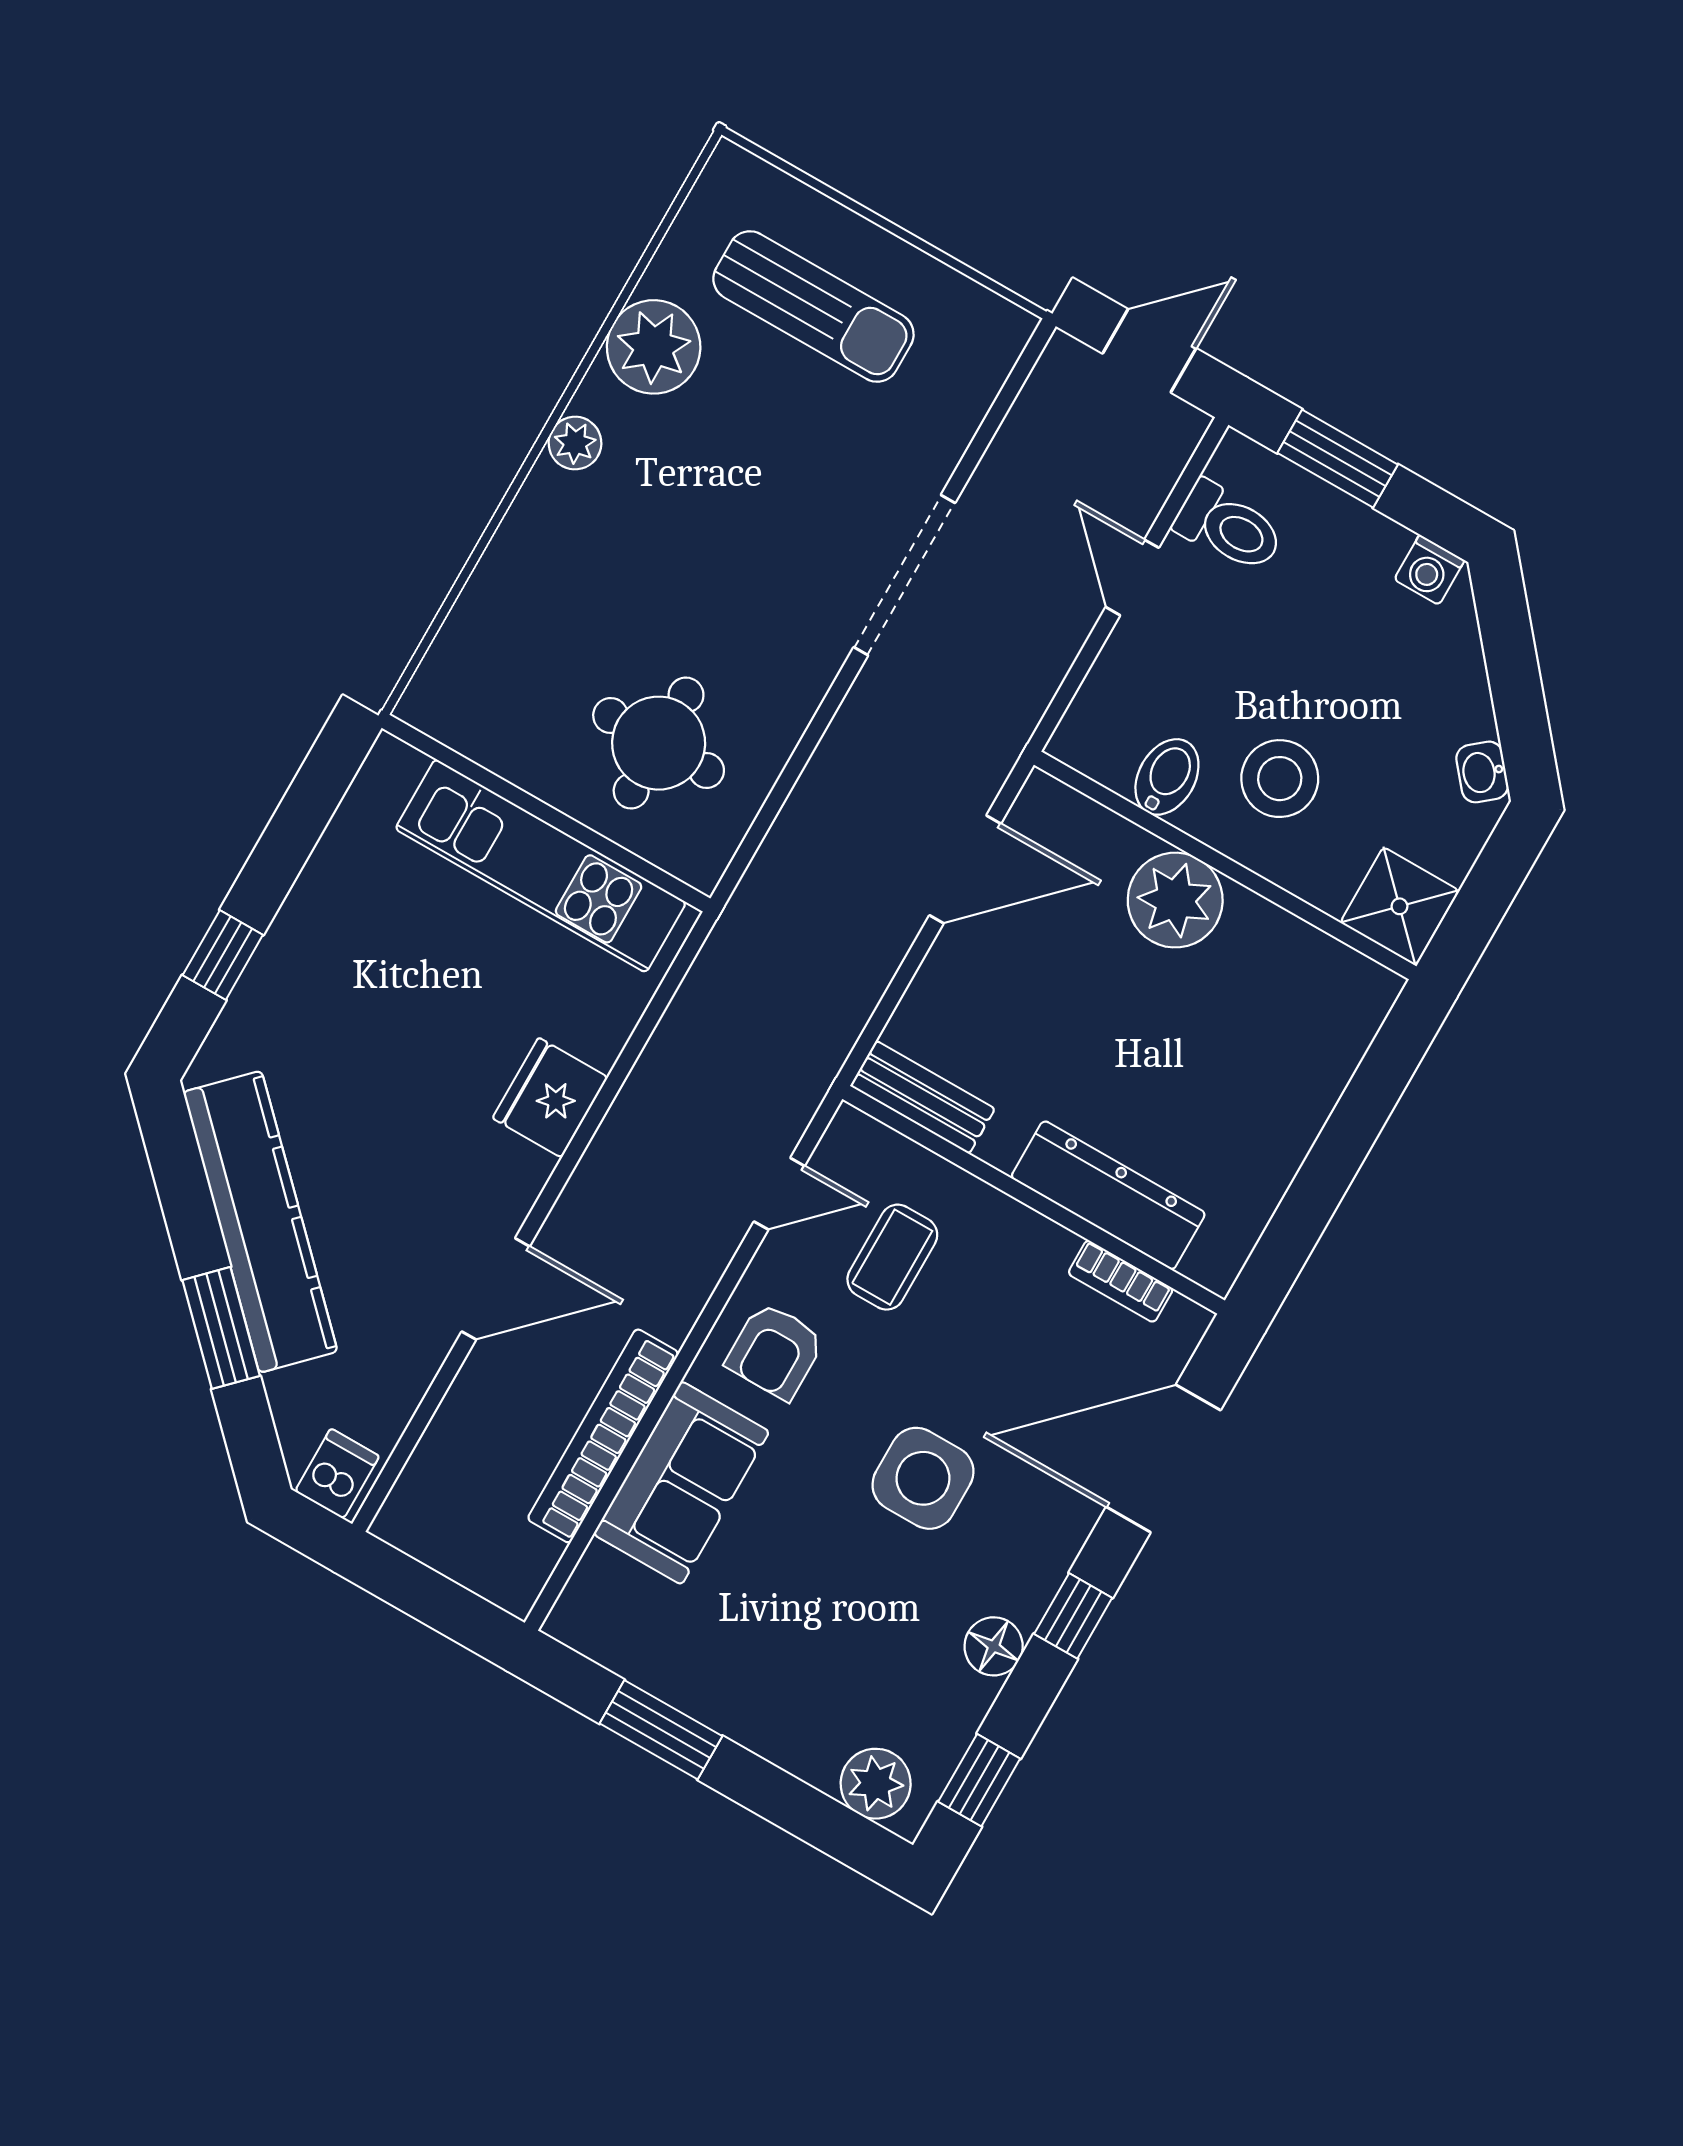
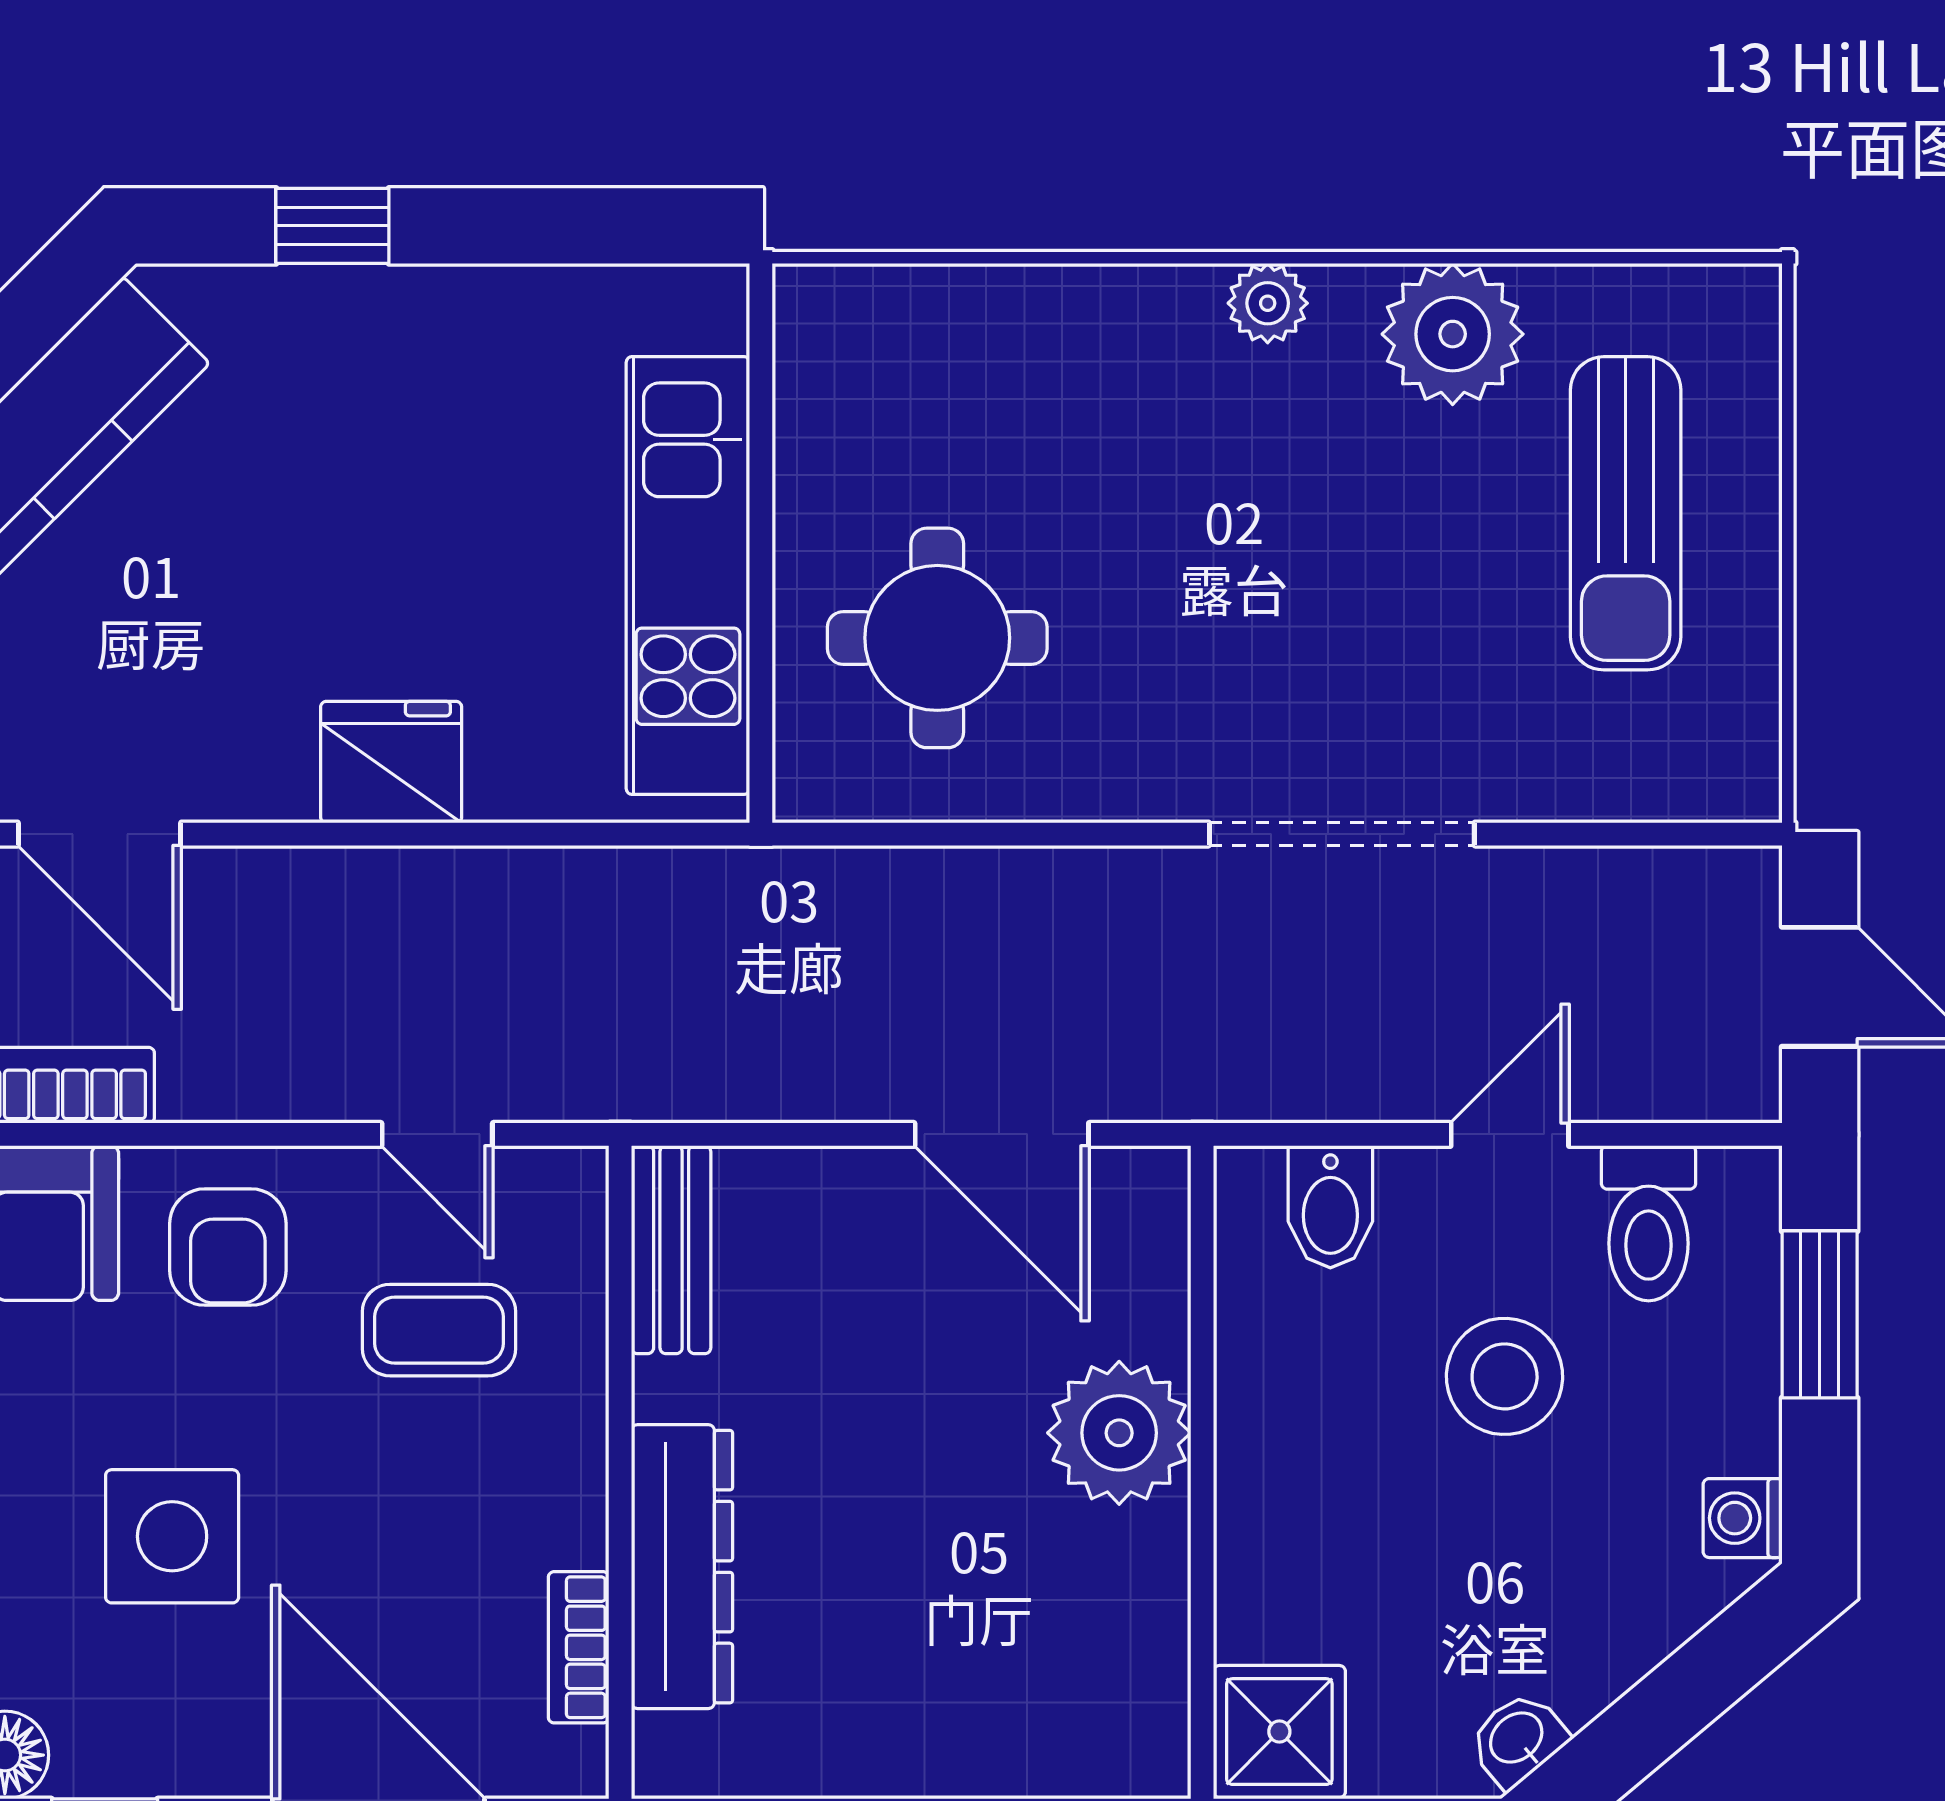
bidet: (1167, 777) -> (1330, 1207), moved, turned 90
stool: (1280, 779) -> (1505, 1376), moved
armchair: (775, 1351) -> (228, 1247), turned -90

